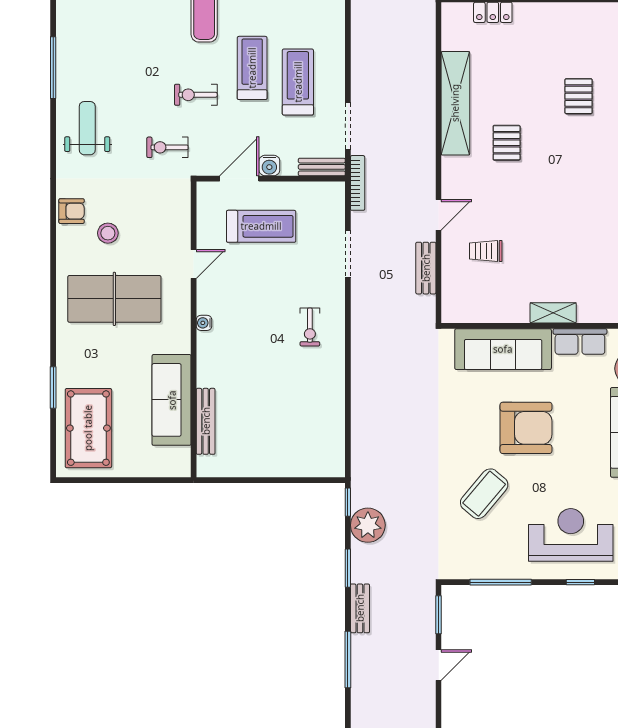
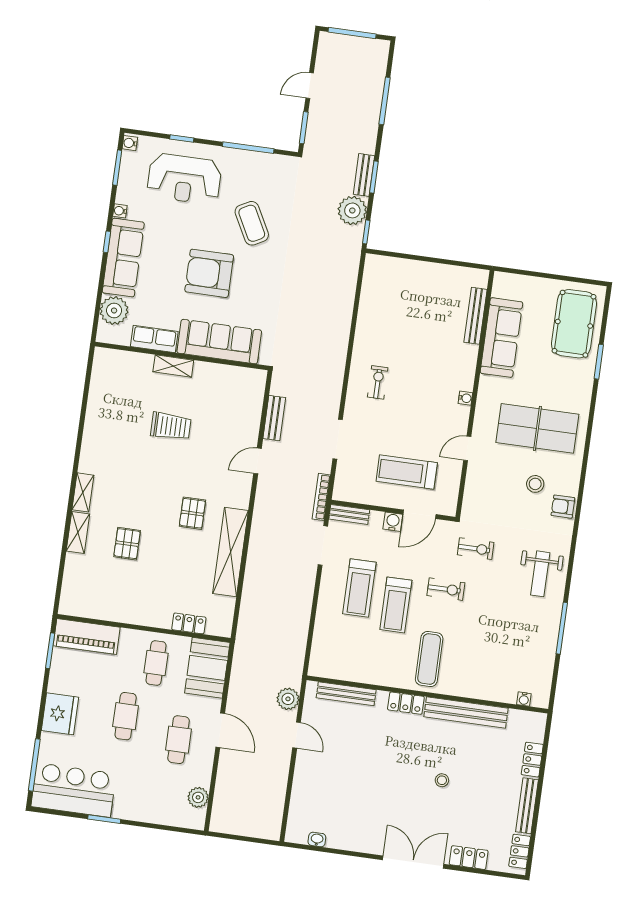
trolley: (486, 251) -> (171, 426), moved, width x1.36, depth x1.39
coffee table: (484, 494) -> (252, 223), turned -68
bench: (360, 608) -> (364, 175), moved

